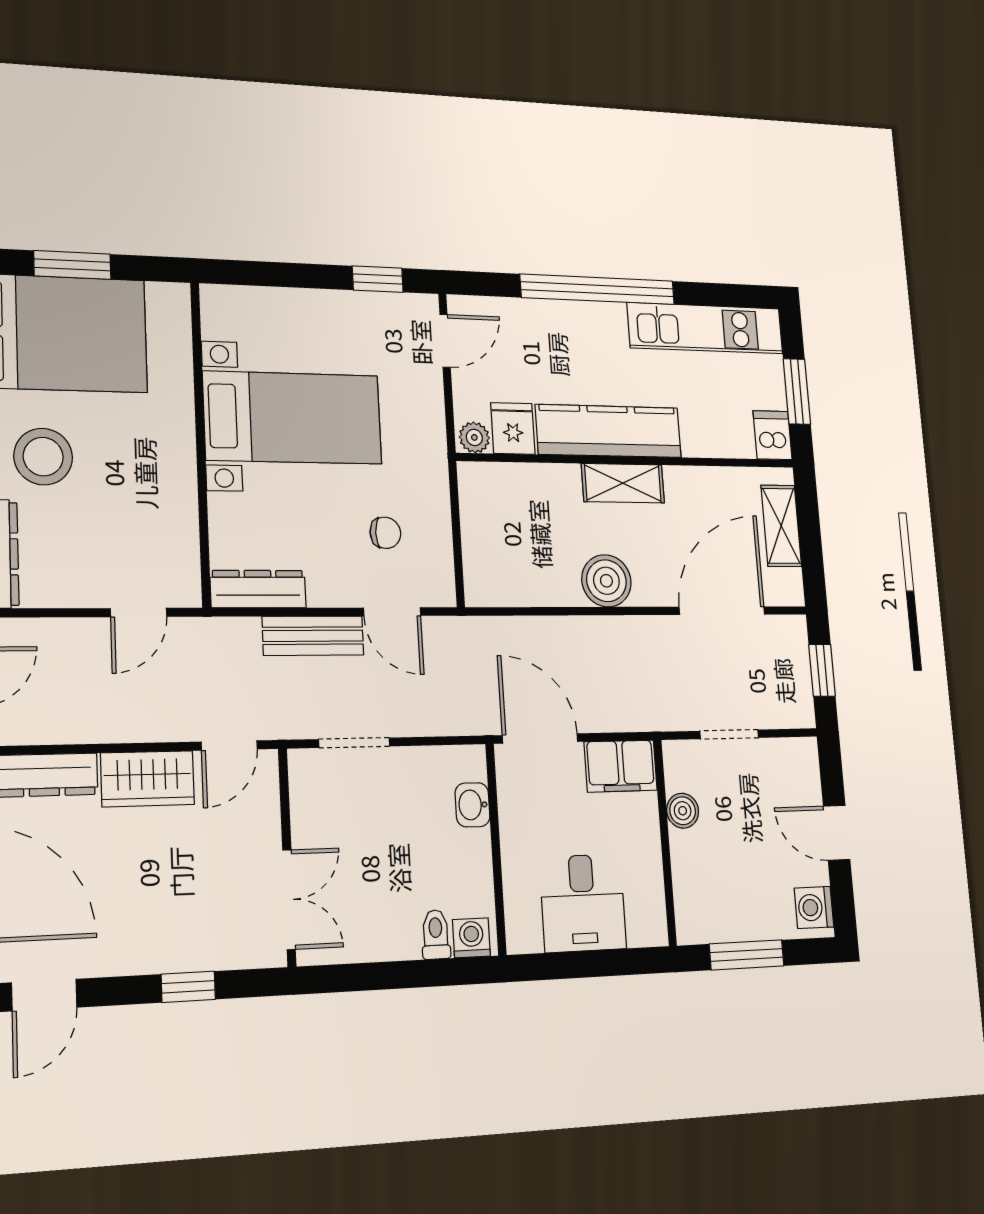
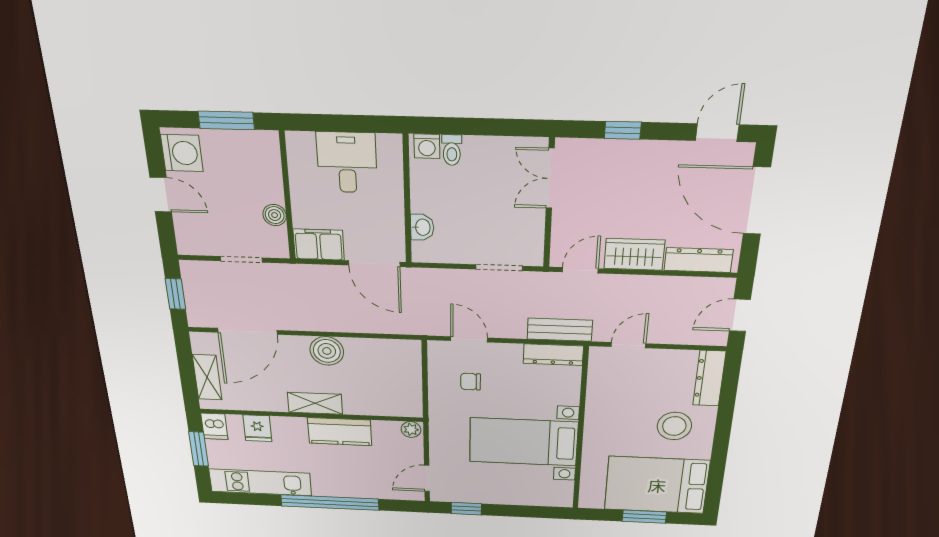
fridge: (513, 428) -> (257, 428), moved
kitchen counter: (609, 431) -> (340, 432), width x0.67
bench: (313, 636) -> (560, 330), moved
washing machine: (814, 907) -> (182, 153), width x1.38, depth x1.38

